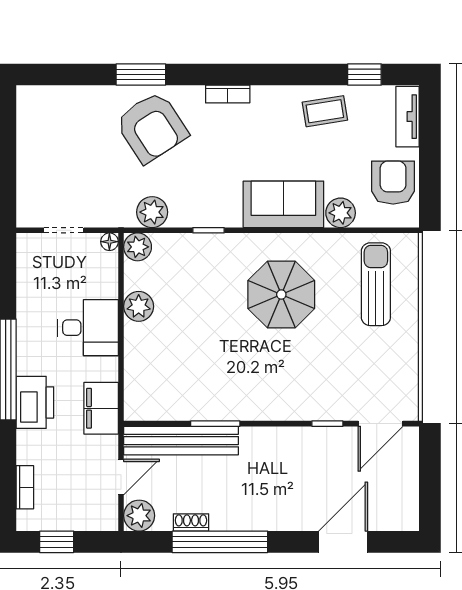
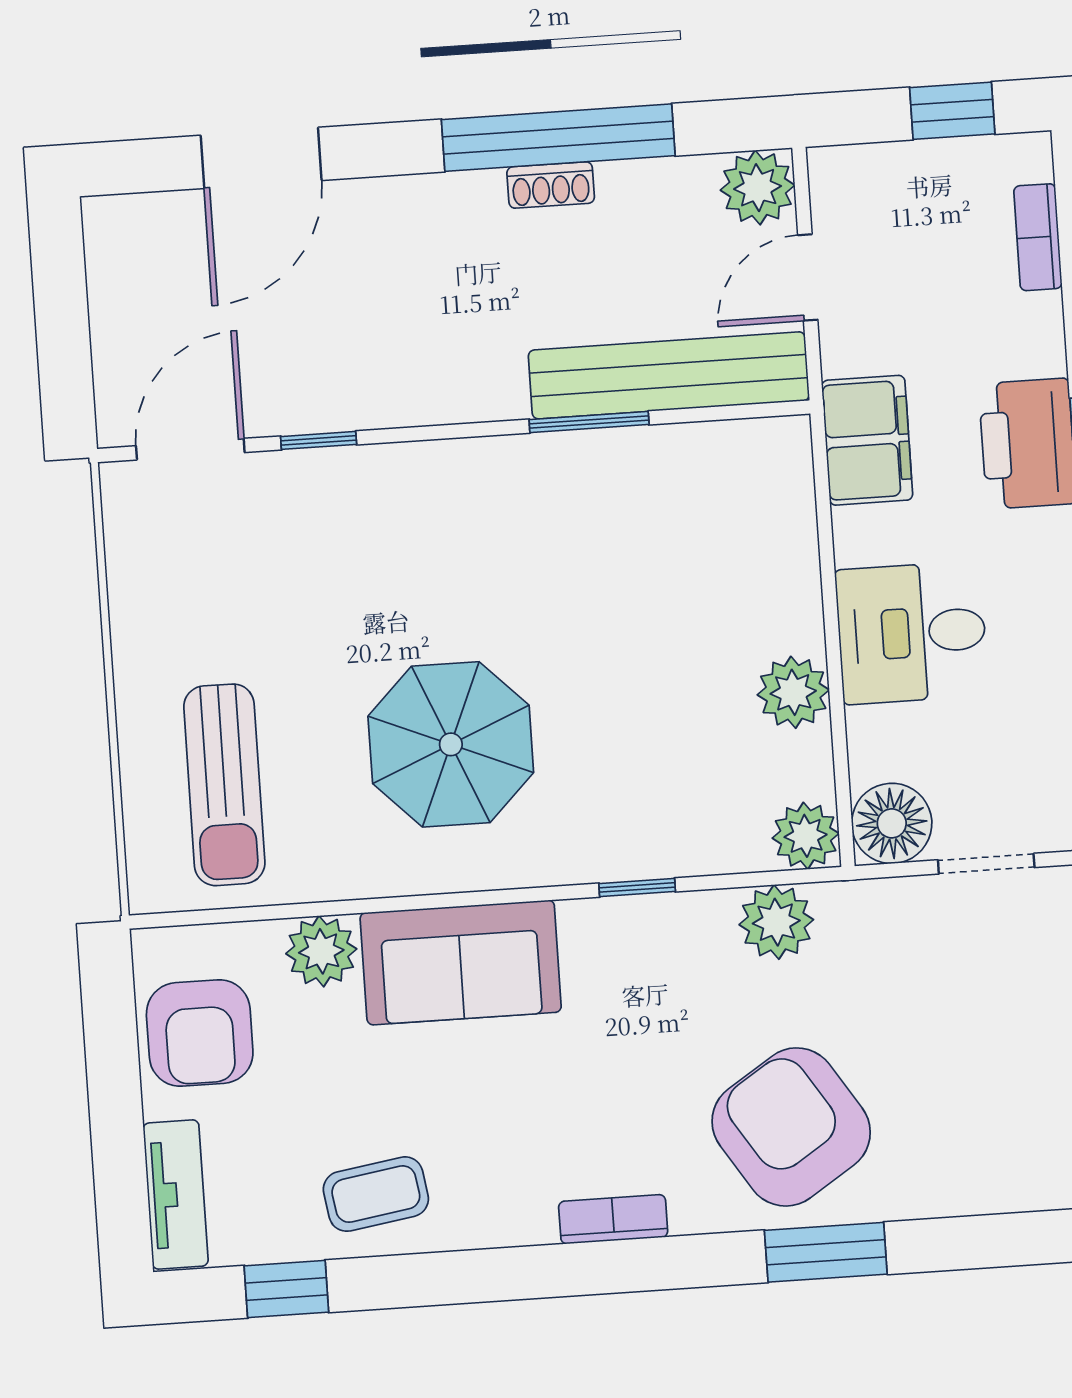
floor lamp: (109, 242) -> (892, 823), width x1.89, depth x1.89
shoe rack: (191, 522) -> (551, 185), moved

